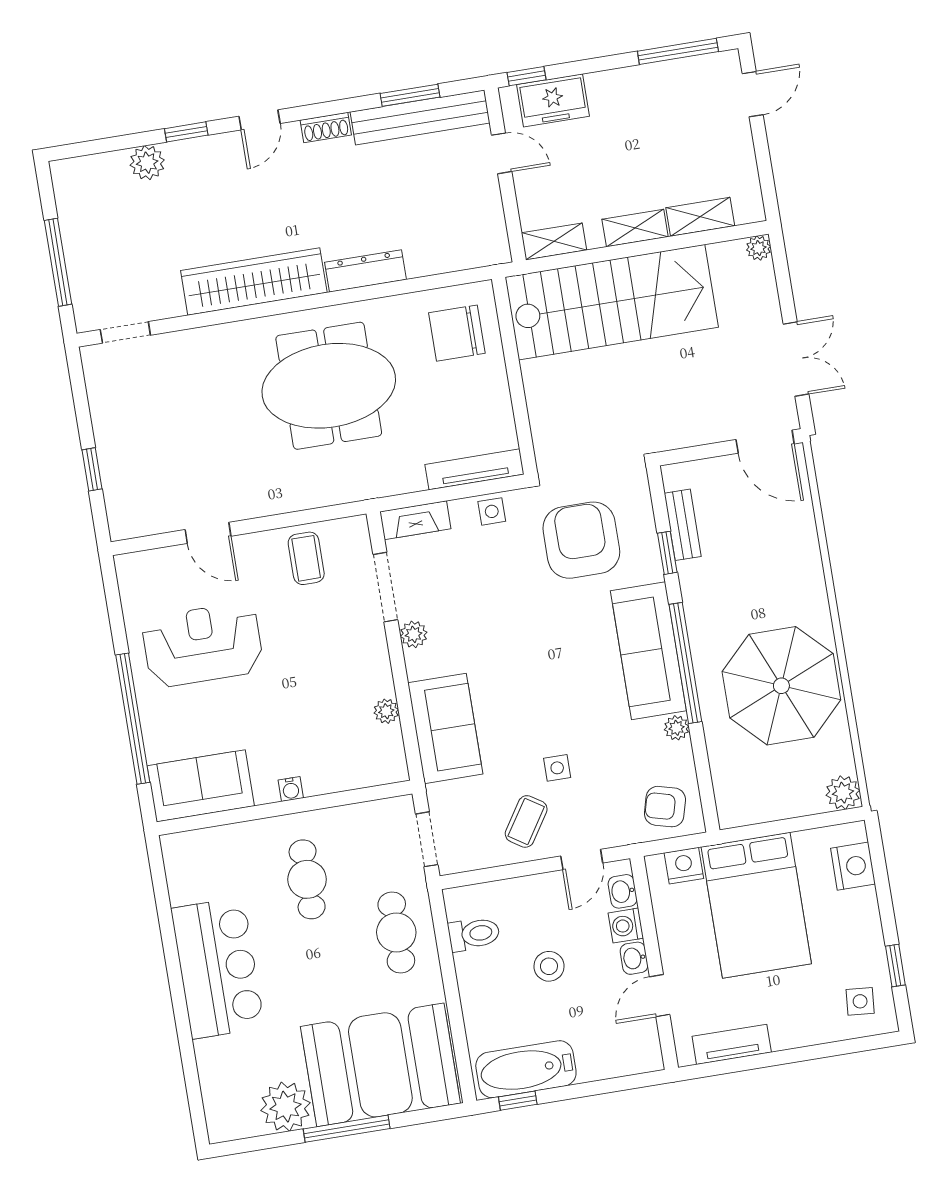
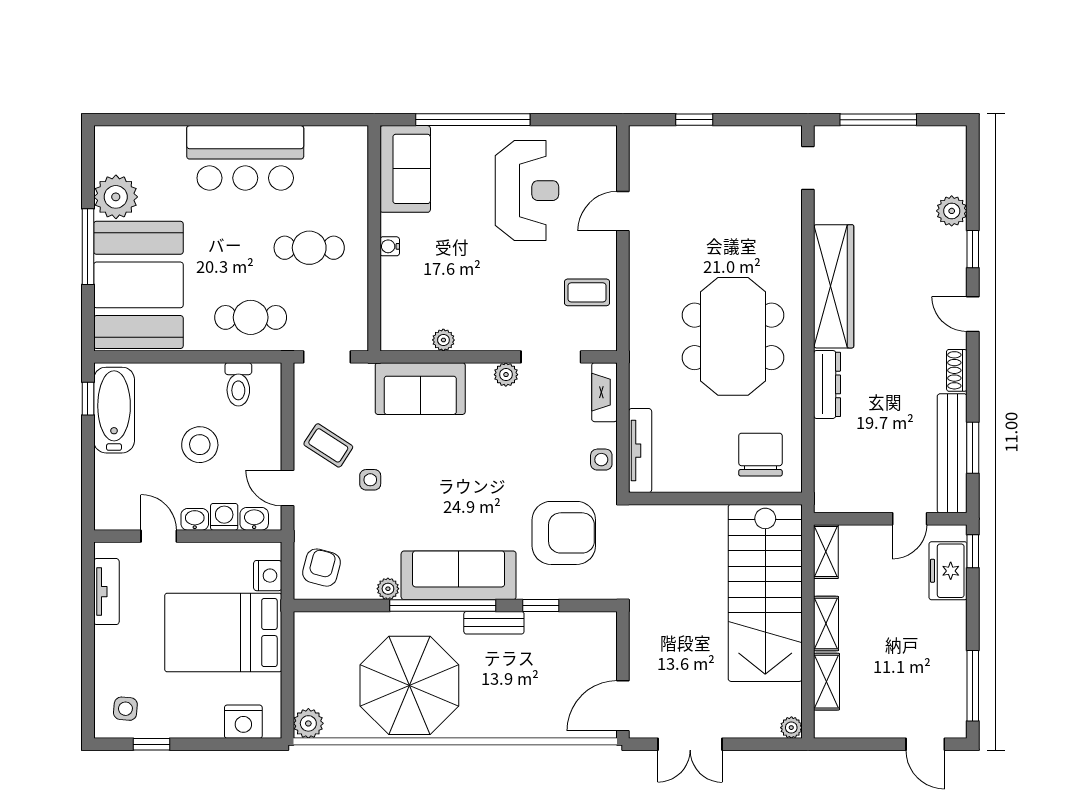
bench: (683, 525) -> (494, 623), moved
stool: (549, 966) -> (200, 445), width x1.38, depth x1.38

